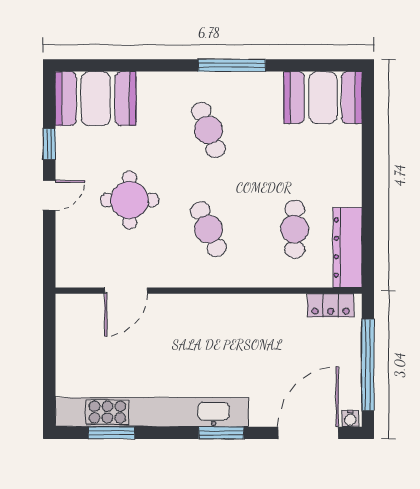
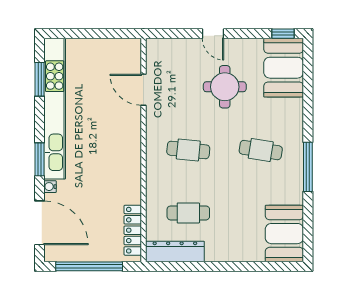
cafe table: (209, 130) -> (261, 150), turned 30
window: (49, 144) -> (283, 34), moved
round table: (130, 200) -> (225, 87), moved
cafe table: (209, 229) -> (188, 150), turned 30
locker: (331, 305) -> (133, 230), width x1.53
water cooler: (350, 419) -> (50, 187), moved

